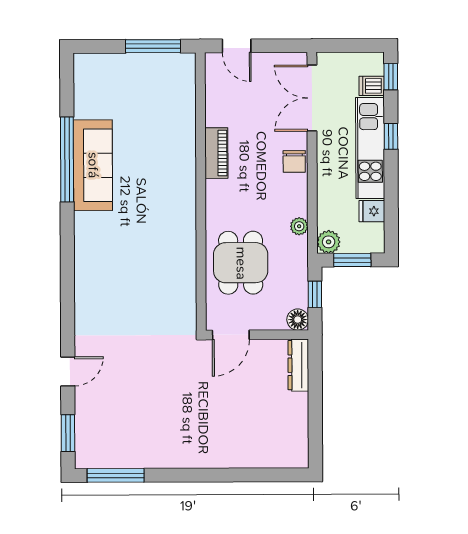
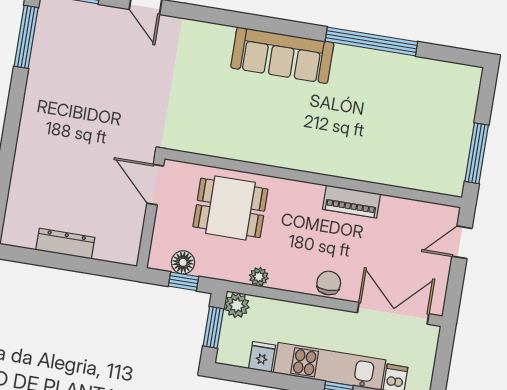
chair: (294, 161) -> (329, 283), turned 90
sofa: (93, 165) -> (282, 55), moved
floor lamp: (298, 320) -> (183, 262), moved
dresser: (298, 365) -> (65, 244), moved

